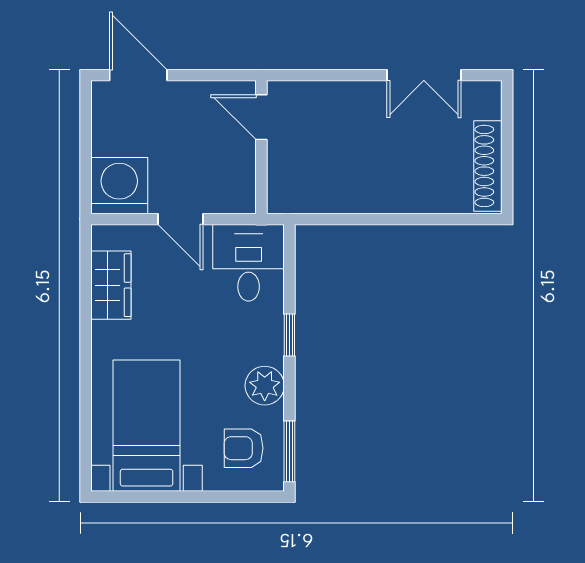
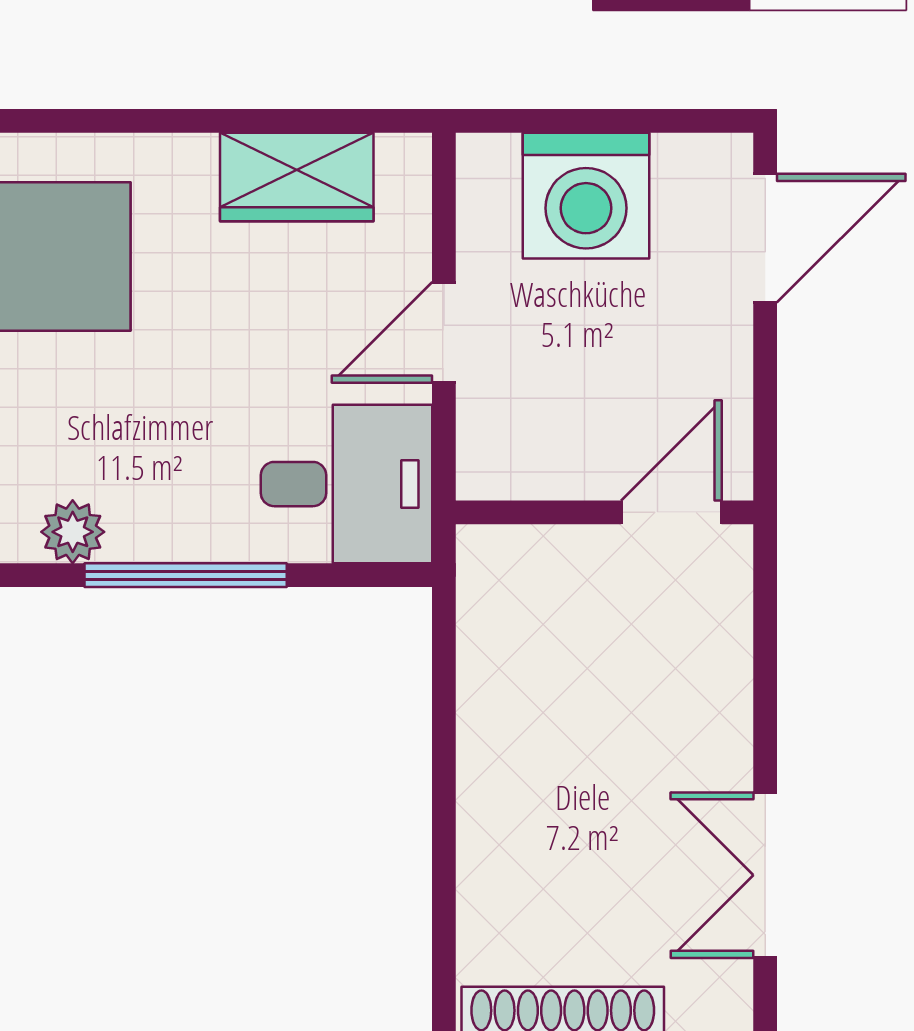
washing machine: (119, 186) -> (586, 196), moved, turned 90
window: (289, 335) -> (186, 575), width x2.17
plant: (265, 386) -> (73, 532), width x0.73, depth x0.73

